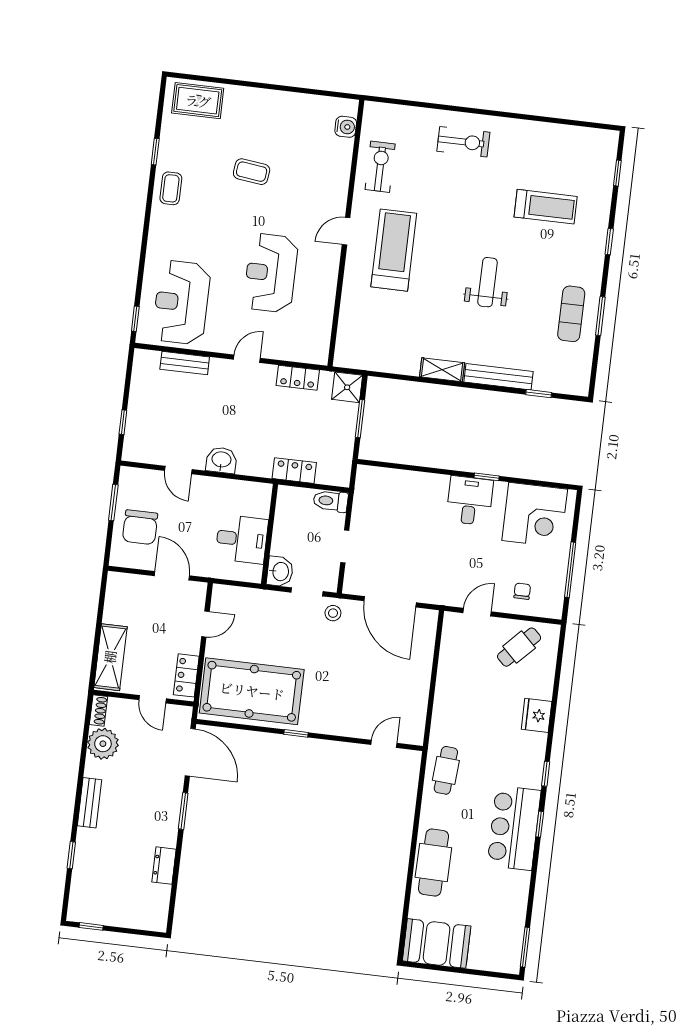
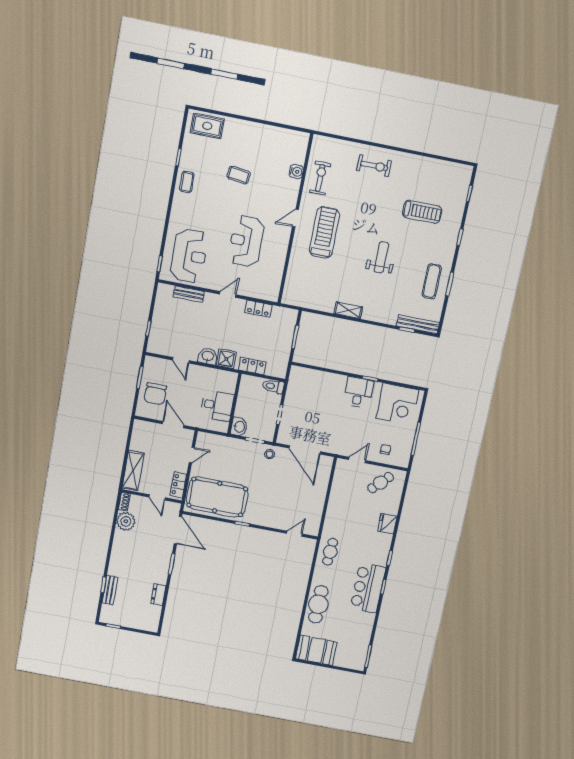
water cooler: (346, 127) -> (296, 172), moved
reception desk: (181, 302) -> (189, 256), turned 180
bench: (498, 377) -> (418, 324), moved
shower: (347, 387) -> (226, 359), moved
bench: (90, 803) -> (110, 590), moved

